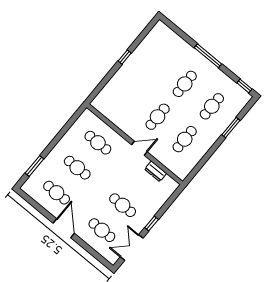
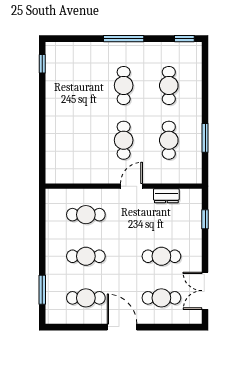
window: (125, 57) -> (42, 64), moved
window: (231, 128) -> (205, 138), moved
window: (152, 223) -> (205, 219), moved

